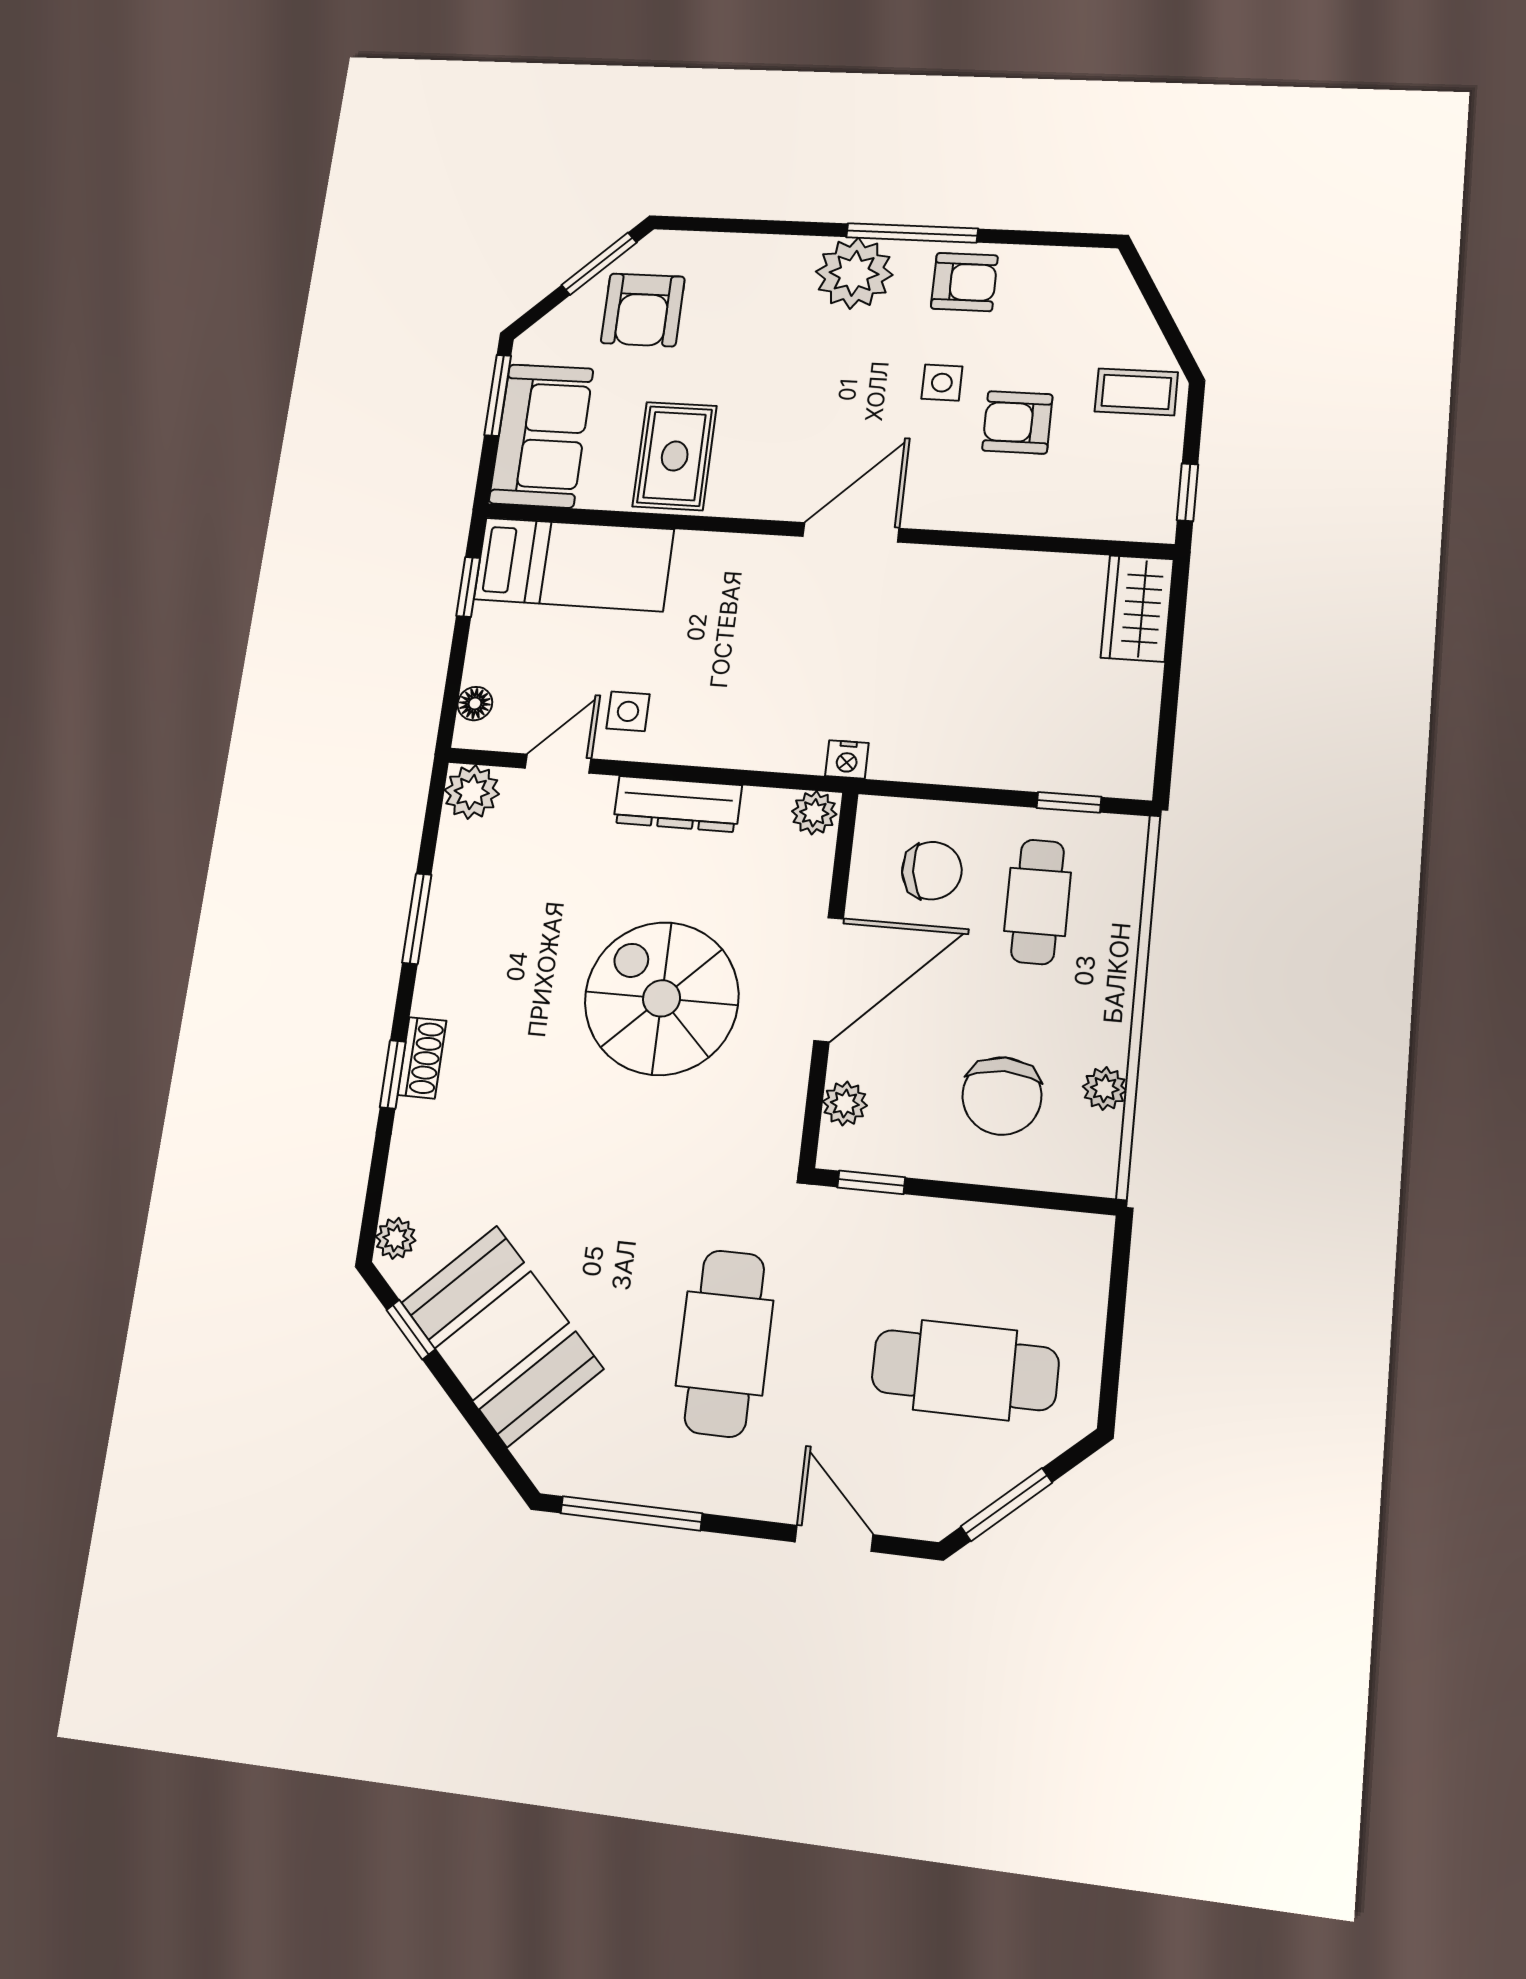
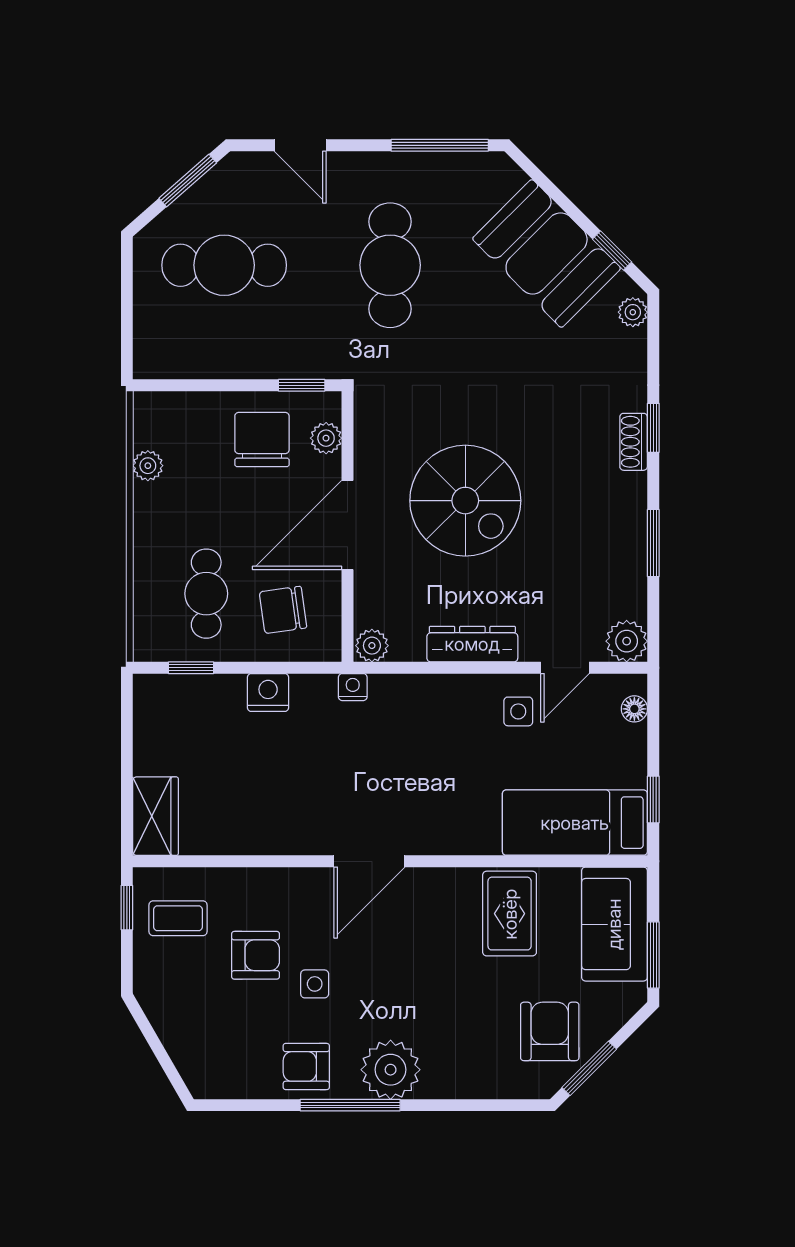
coffee table: (1136, 392) -> (178, 918), moved
nightstand: (964, 761) -> (268, 693), added
chair: (1002, 1096) -> (262, 440), moved

